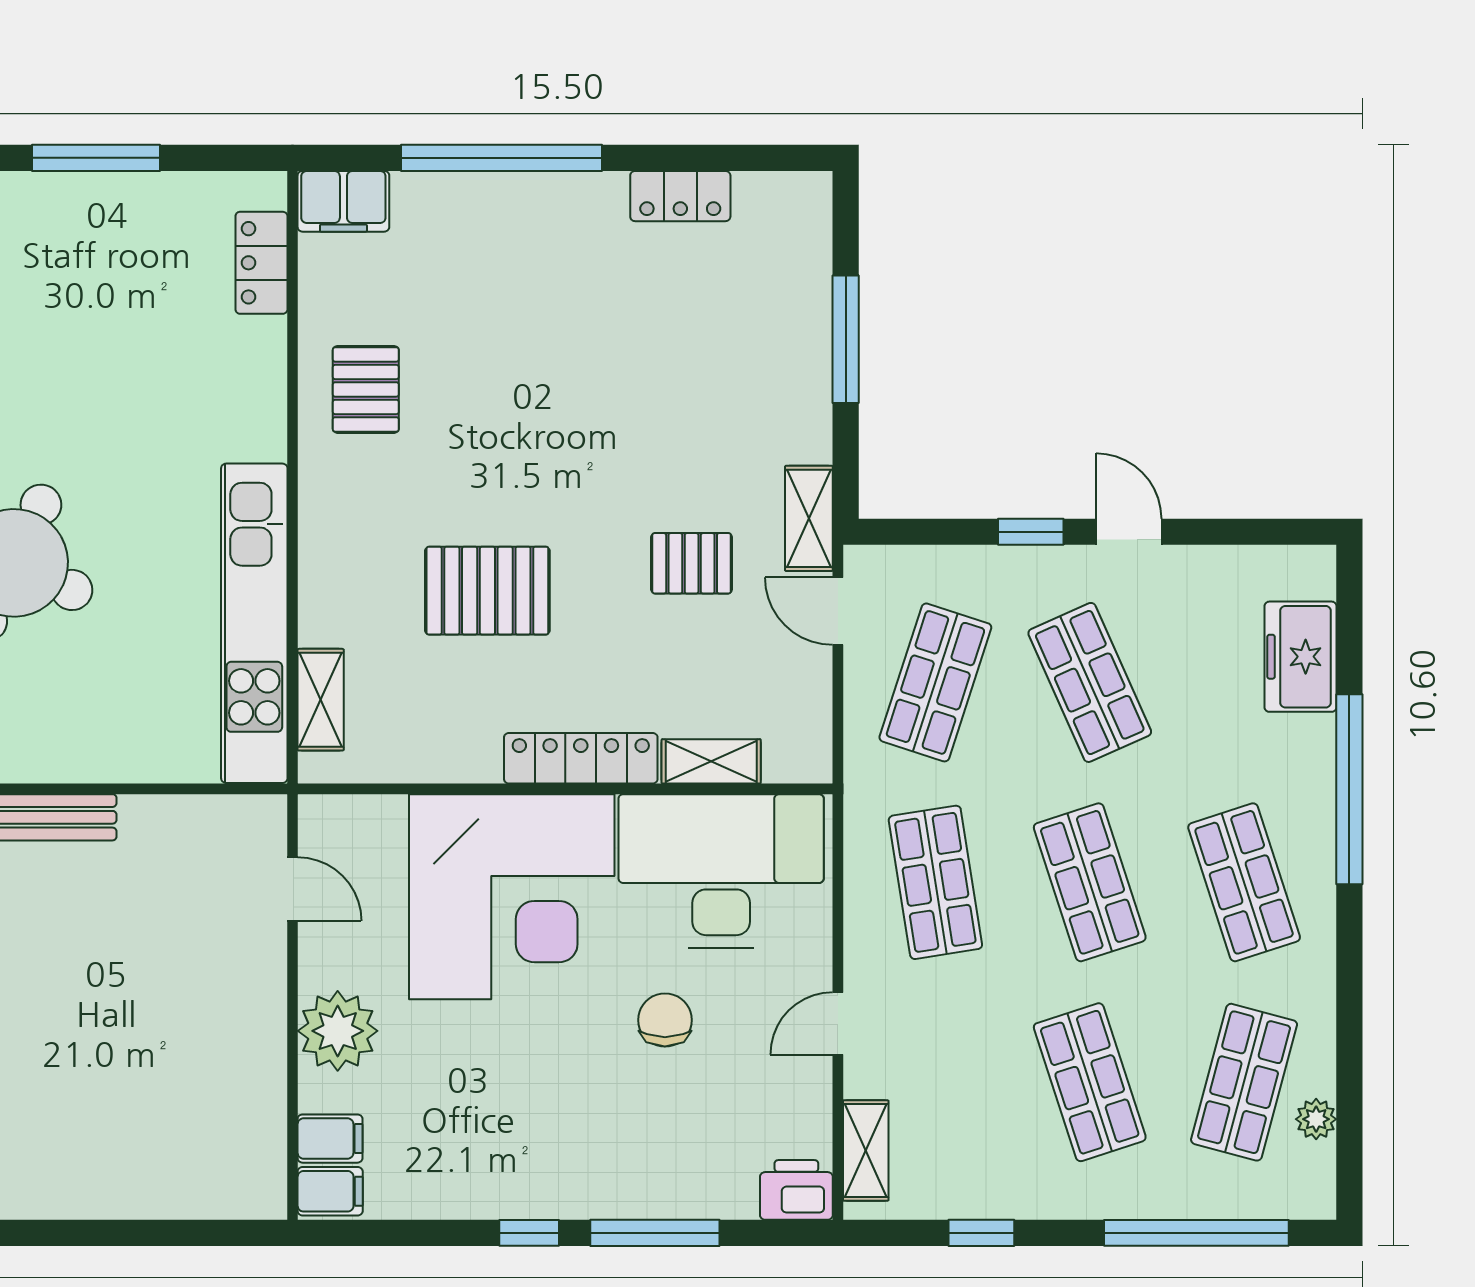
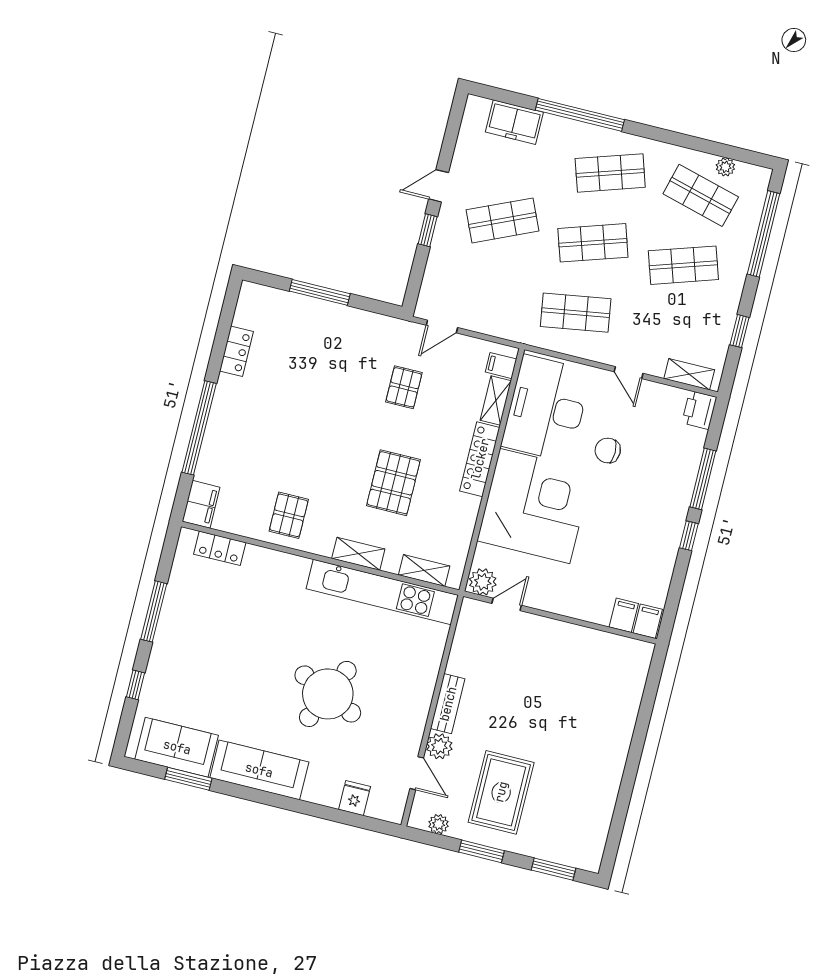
pallet: (366, 389) -> (289, 515), turned 90
shelving: (809, 518) -> (358, 554), moved
shop shelf: (935, 682) -> (485, 290), removed
filing cabinet: (787, 754) -> (501, 366), added
plant: (338, 1031) -> (483, 582), moved, width x0.73, depth x0.73

